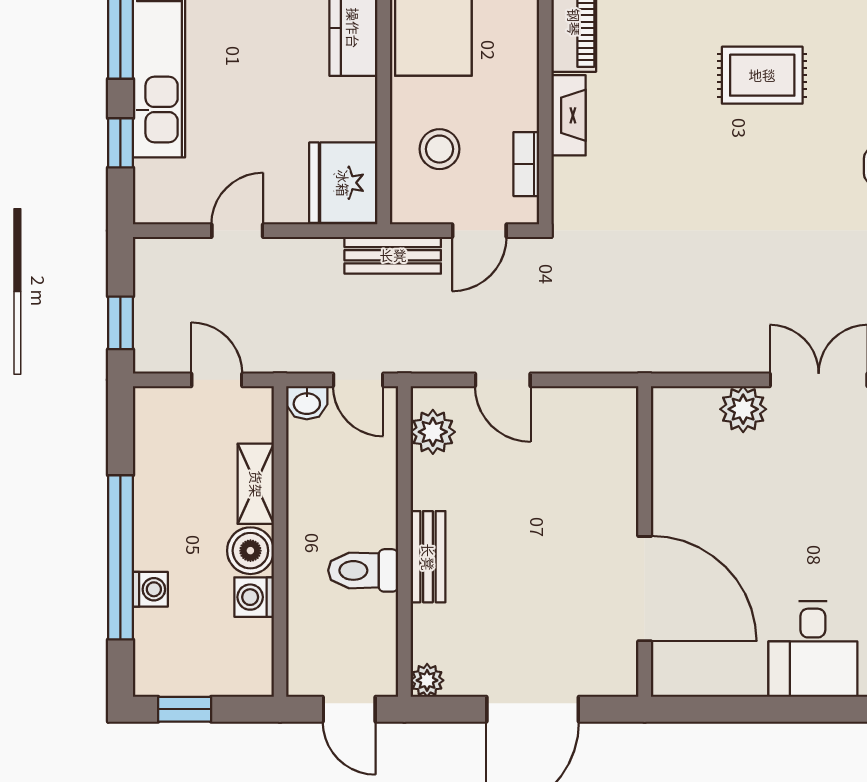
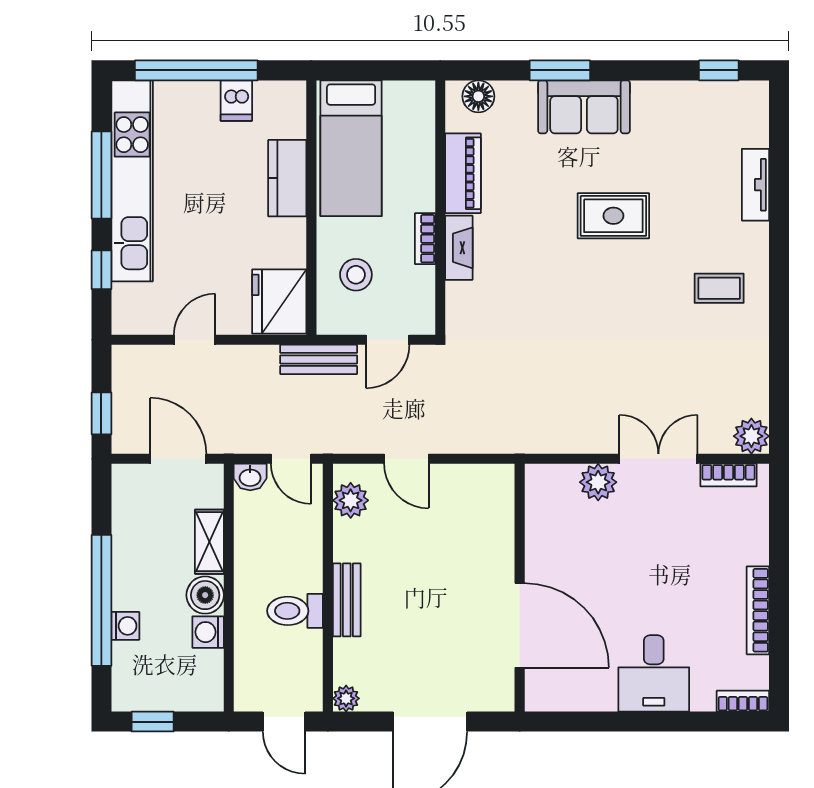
bookcase: (526, 164) -> (425, 239), moved
door: (217, 380) -> (178, 459), width x1.38

